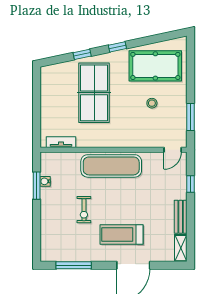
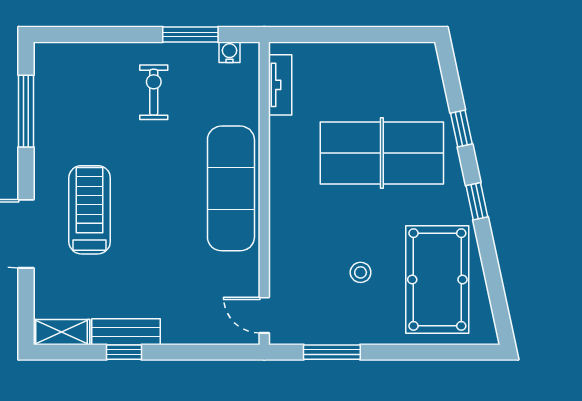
water cooler: (45, 181) -> (230, 52), moved
window: (191, 184) -> (124, 352), moved
exercise bike: (84, 210) -> (154, 92), moved, turned 90

